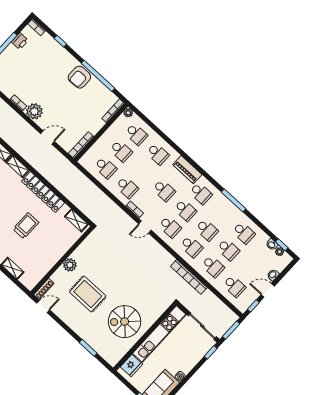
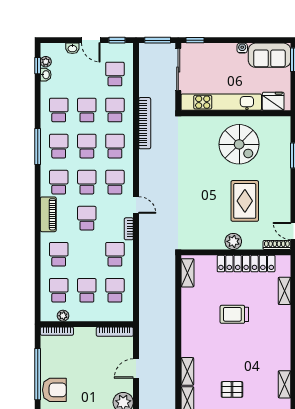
plant: (128, 113) -> (63, 316), moved
door: (47, 137) -> (136, 368), hinge flipped
locker: (43, 192) -> (246, 264), moved, turned 90
school desk: (222, 213) -> (59, 146), added

